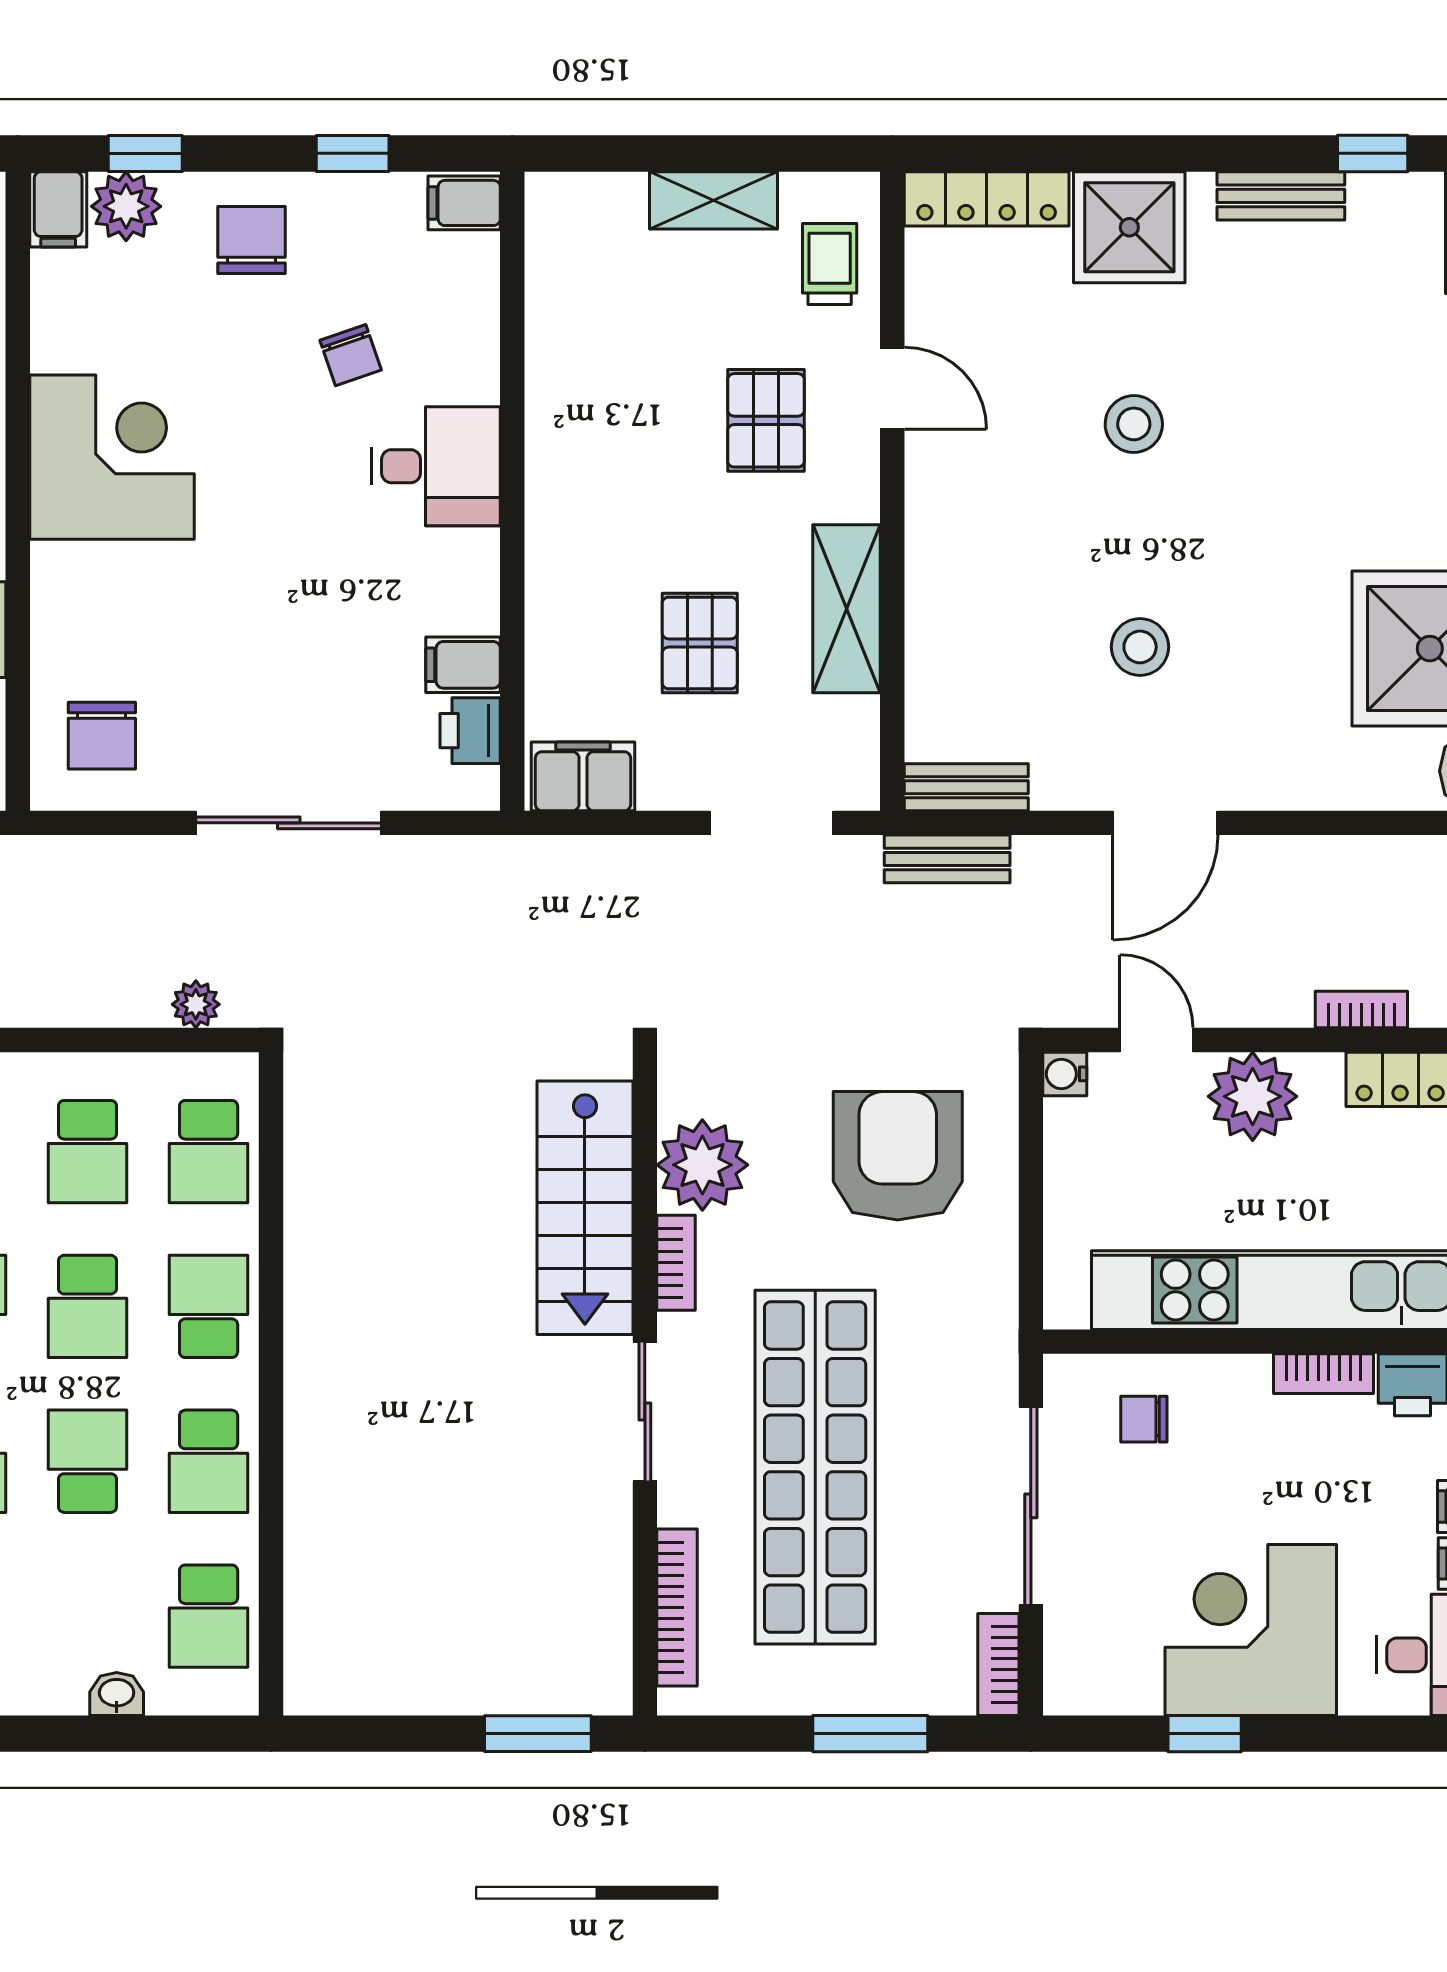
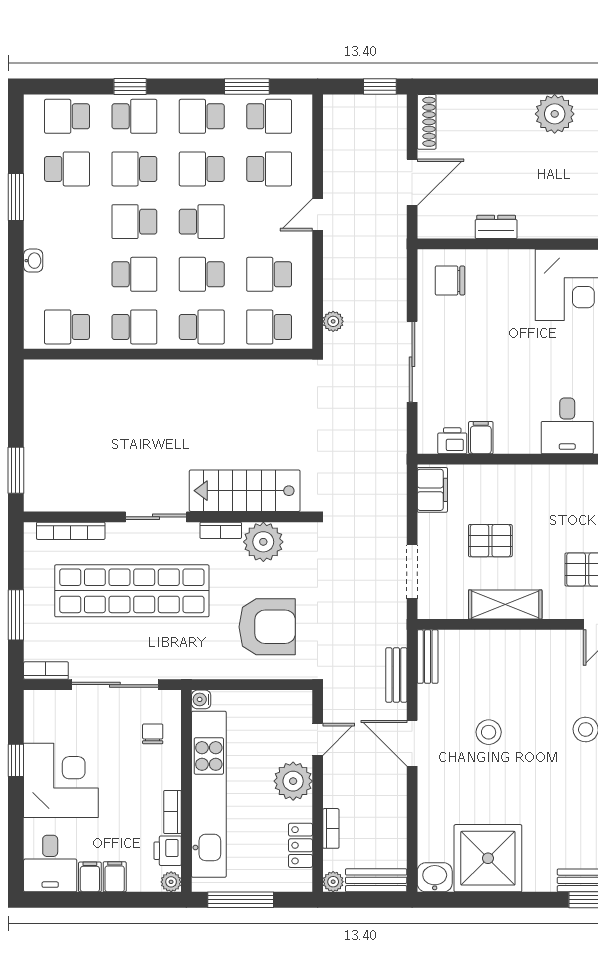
bench: (947, 859) -> (396, 675), moved
water cooler: (1065, 1074) -> (201, 699), moved, turned -90
school desk: (209, 1461) -> (134, 327), turned 180
washbasin: (117, 1694) -> (33, 261), moved

